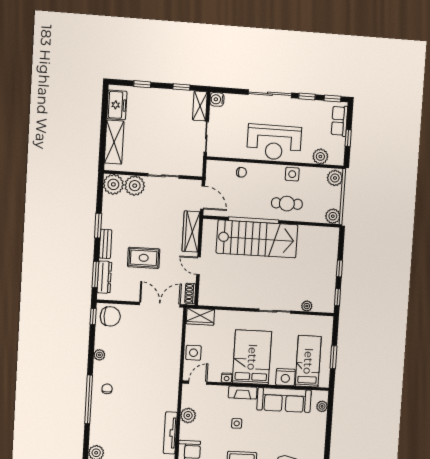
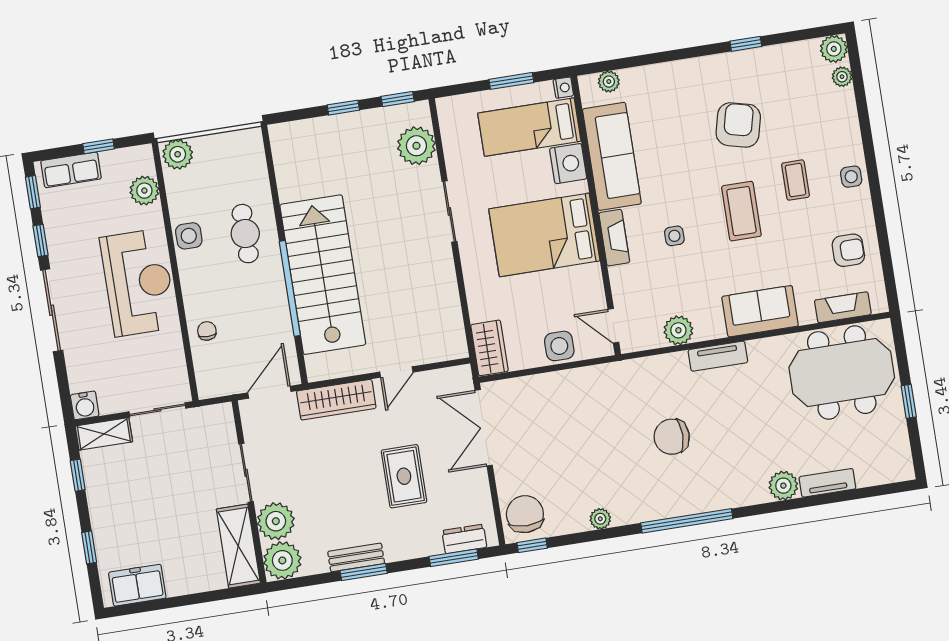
shelving: (114, 142) -> (238, 546), moved, turned 90
plant: (333, 216) -> (249, 142), removed
bench: (105, 244) -> (356, 557), moved
dresser: (104, 277) -> (464, 539), width x0.70
shoe rack: (190, 293) -> (451, 376), removed
plant: (307, 306) -> (416, 146), width x1.88, depth x1.88
nightstand: (227, 378) -> (563, 88), moved
chair: (107, 389) -> (672, 437), moved, width x1.87, depth x1.87
tv unit: (170, 433) -> (718, 356), width x0.71

